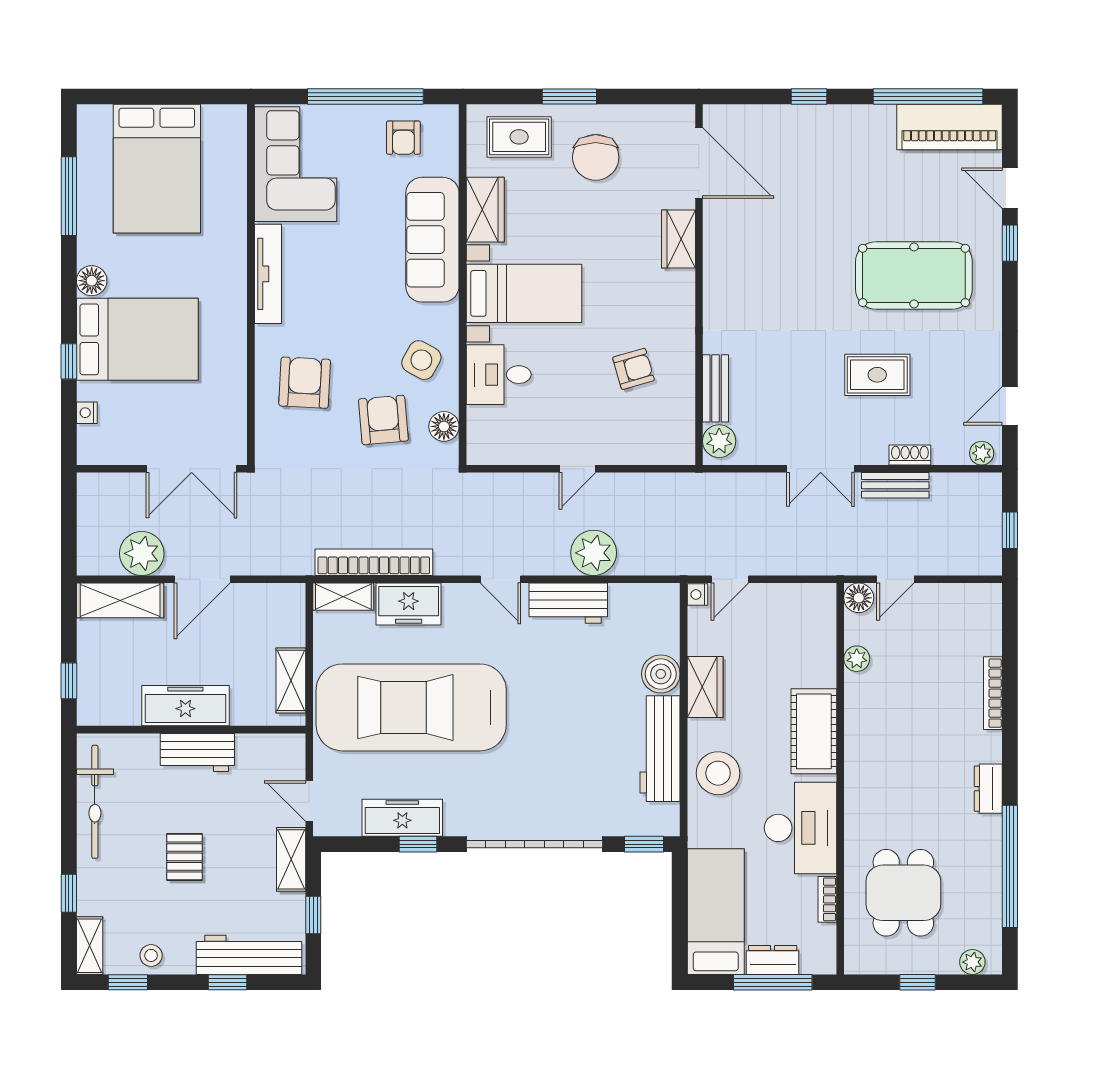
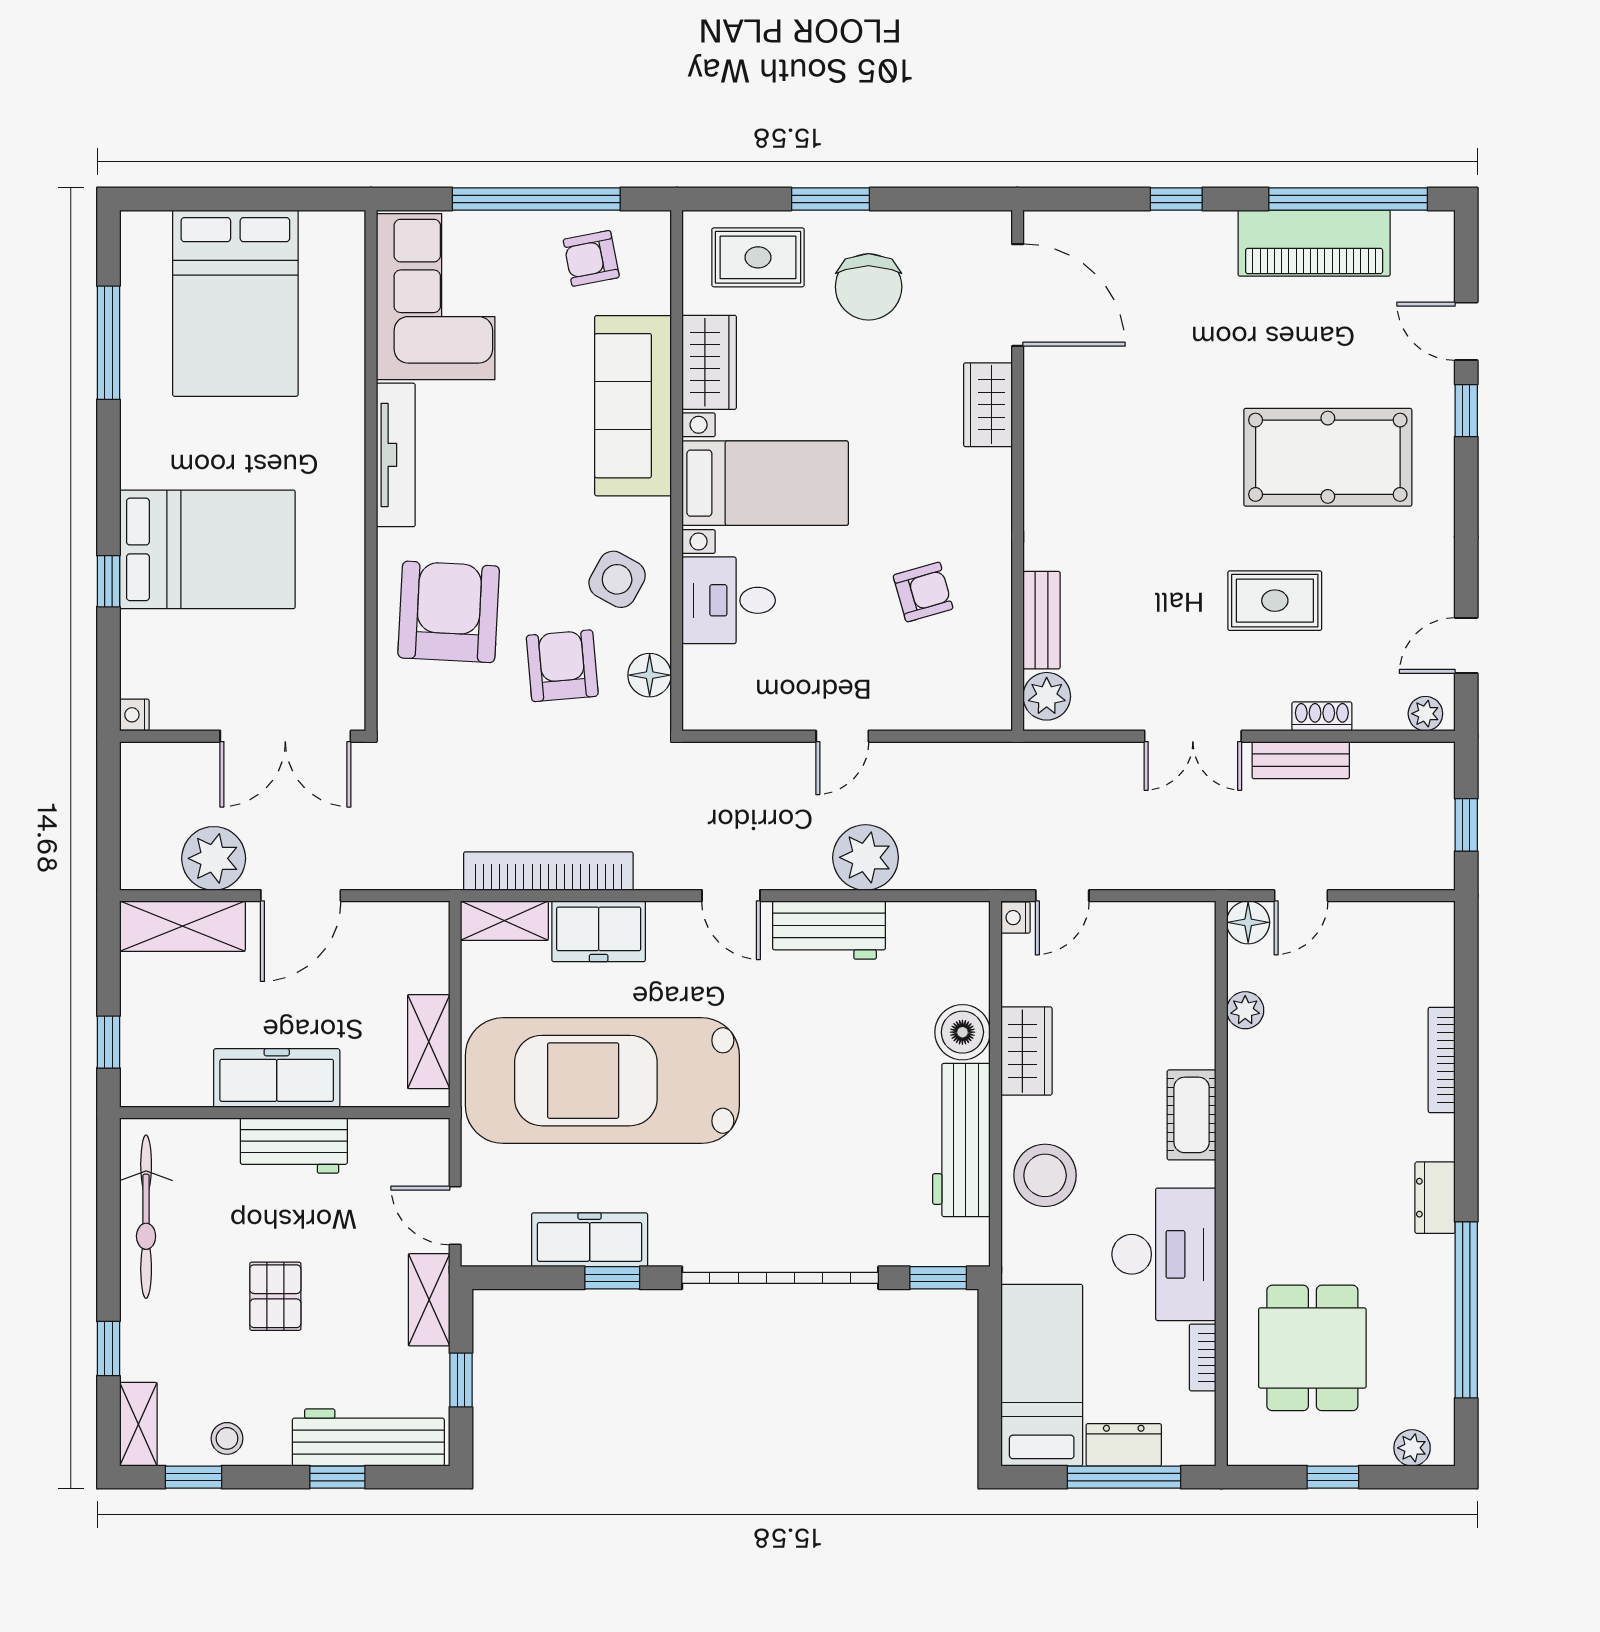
piano: (950, 127) -> (1314, 243), moved
armchair: (403, 138) -> (591, 258), turned 79
floor lamp: (92, 281) -> (141, 465), removed
armchair: (305, 383) -> (449, 612), width x1.36, depth x1.36
nightstand: (87, 413) -> (134, 715), moved
cot: (814, 731) -> (1192, 1115), width x0.73, depth x0.75

